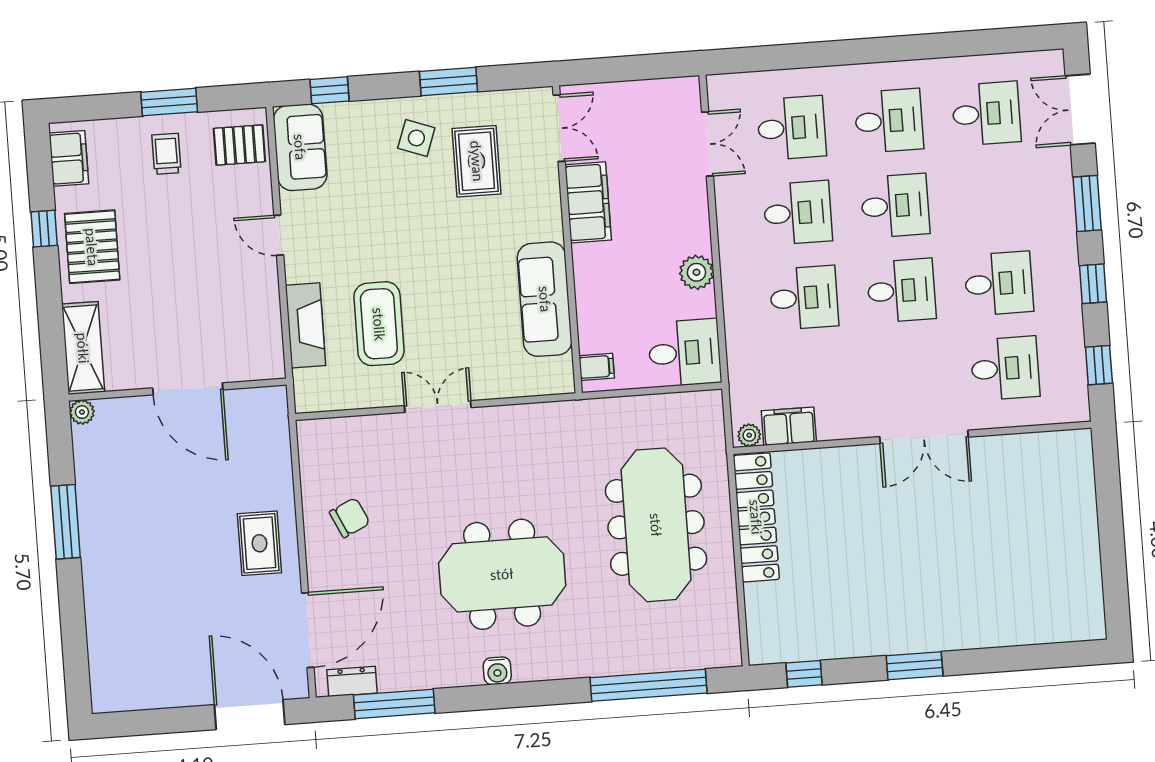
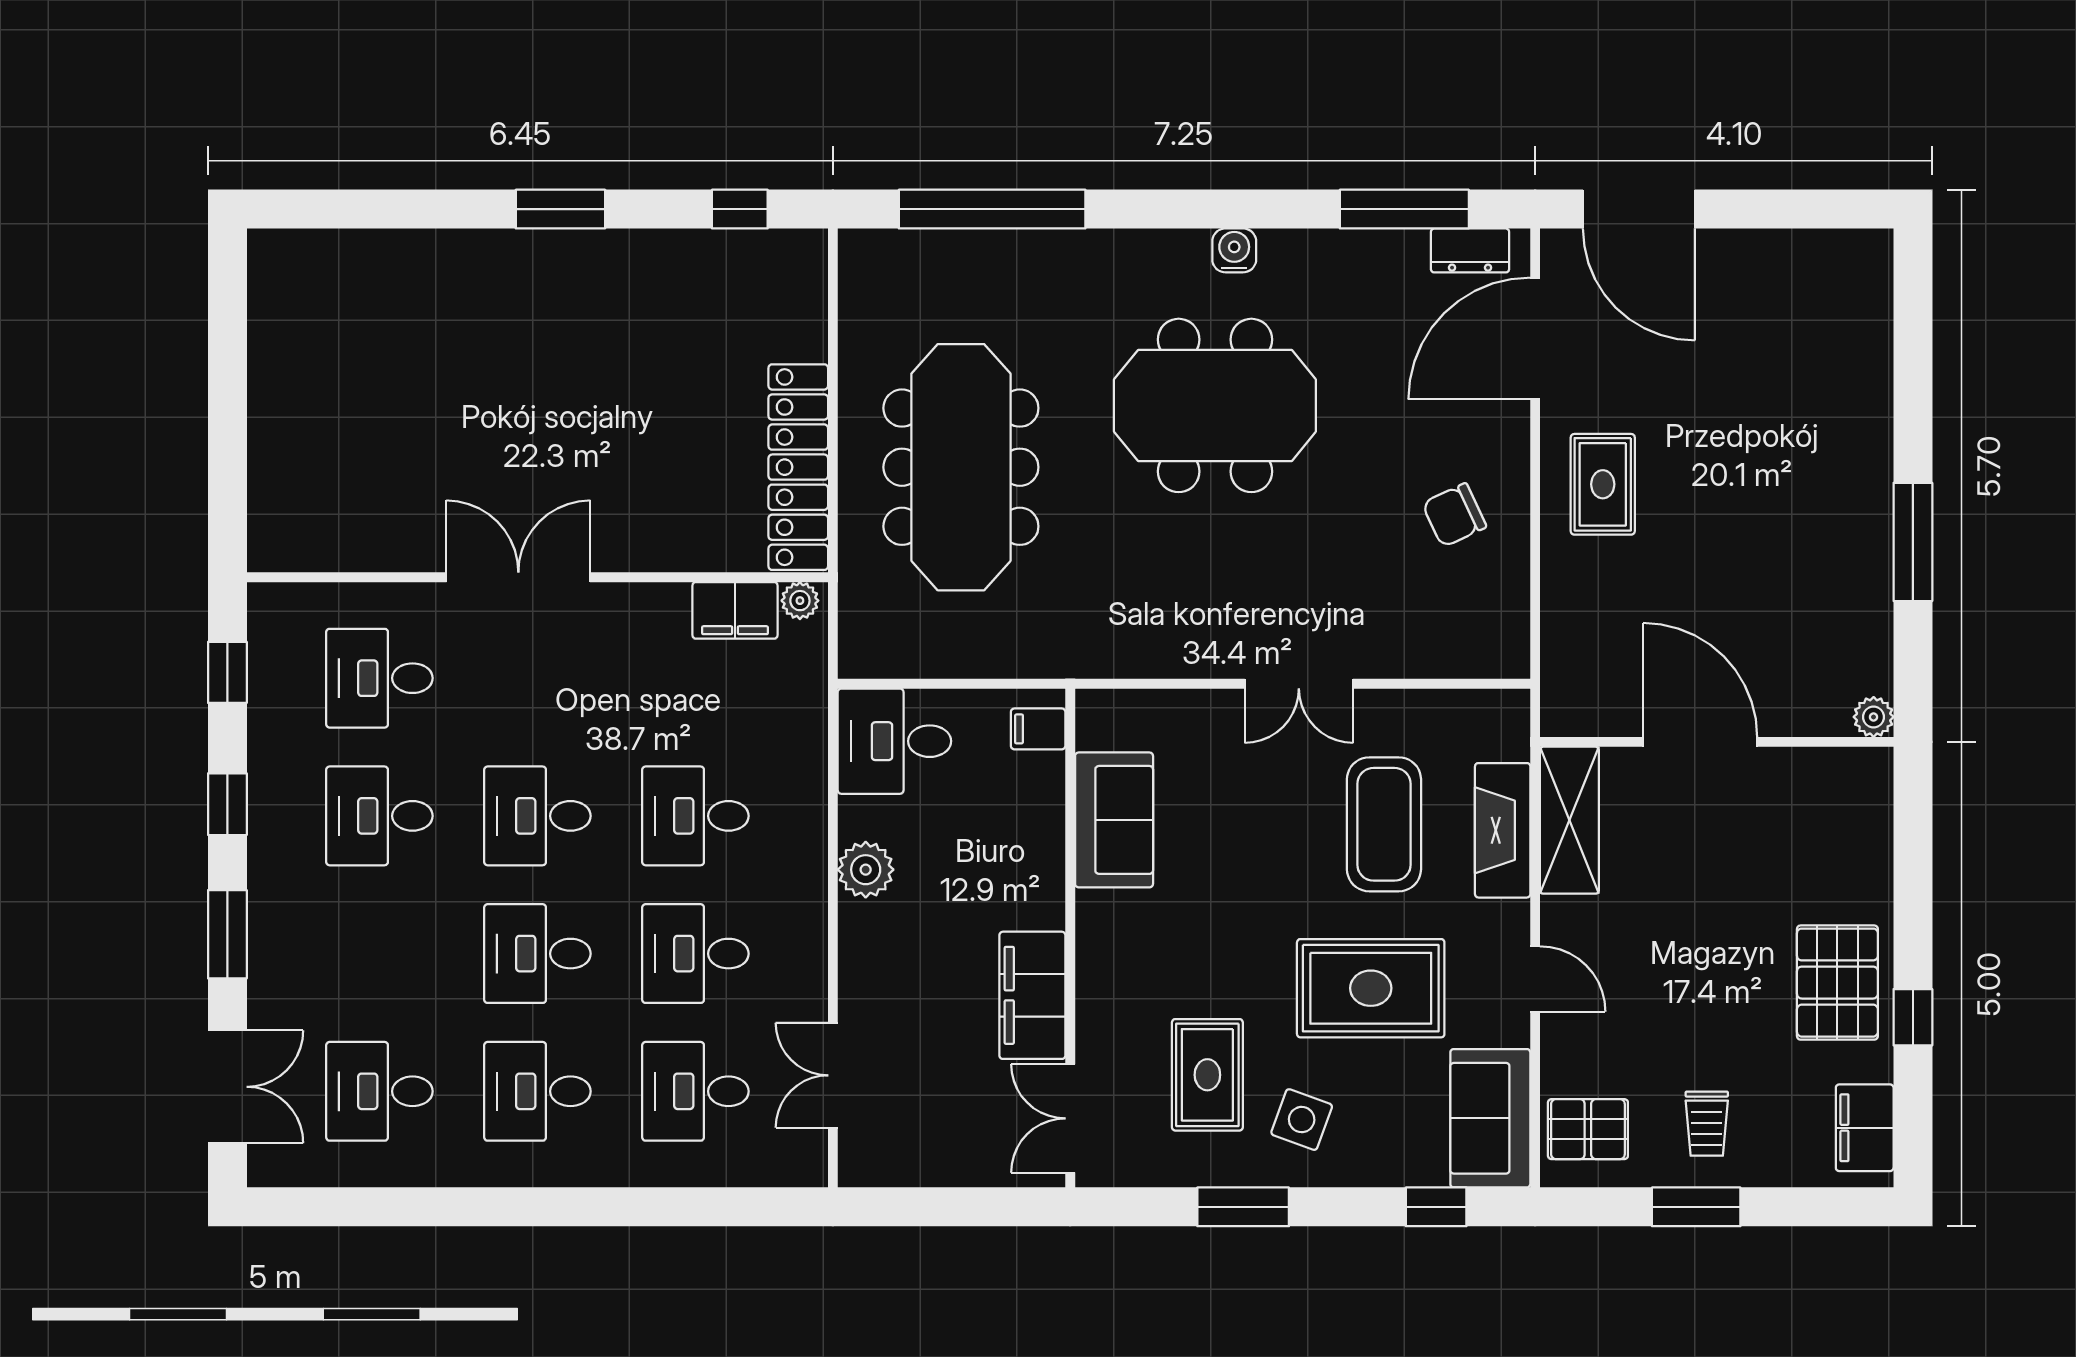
rug: (380, 222) -> (1371, 988), added
sofa: (545, 299) -> (1114, 820), width x0.73
shelving: (83, 348) -> (1569, 820), moved

